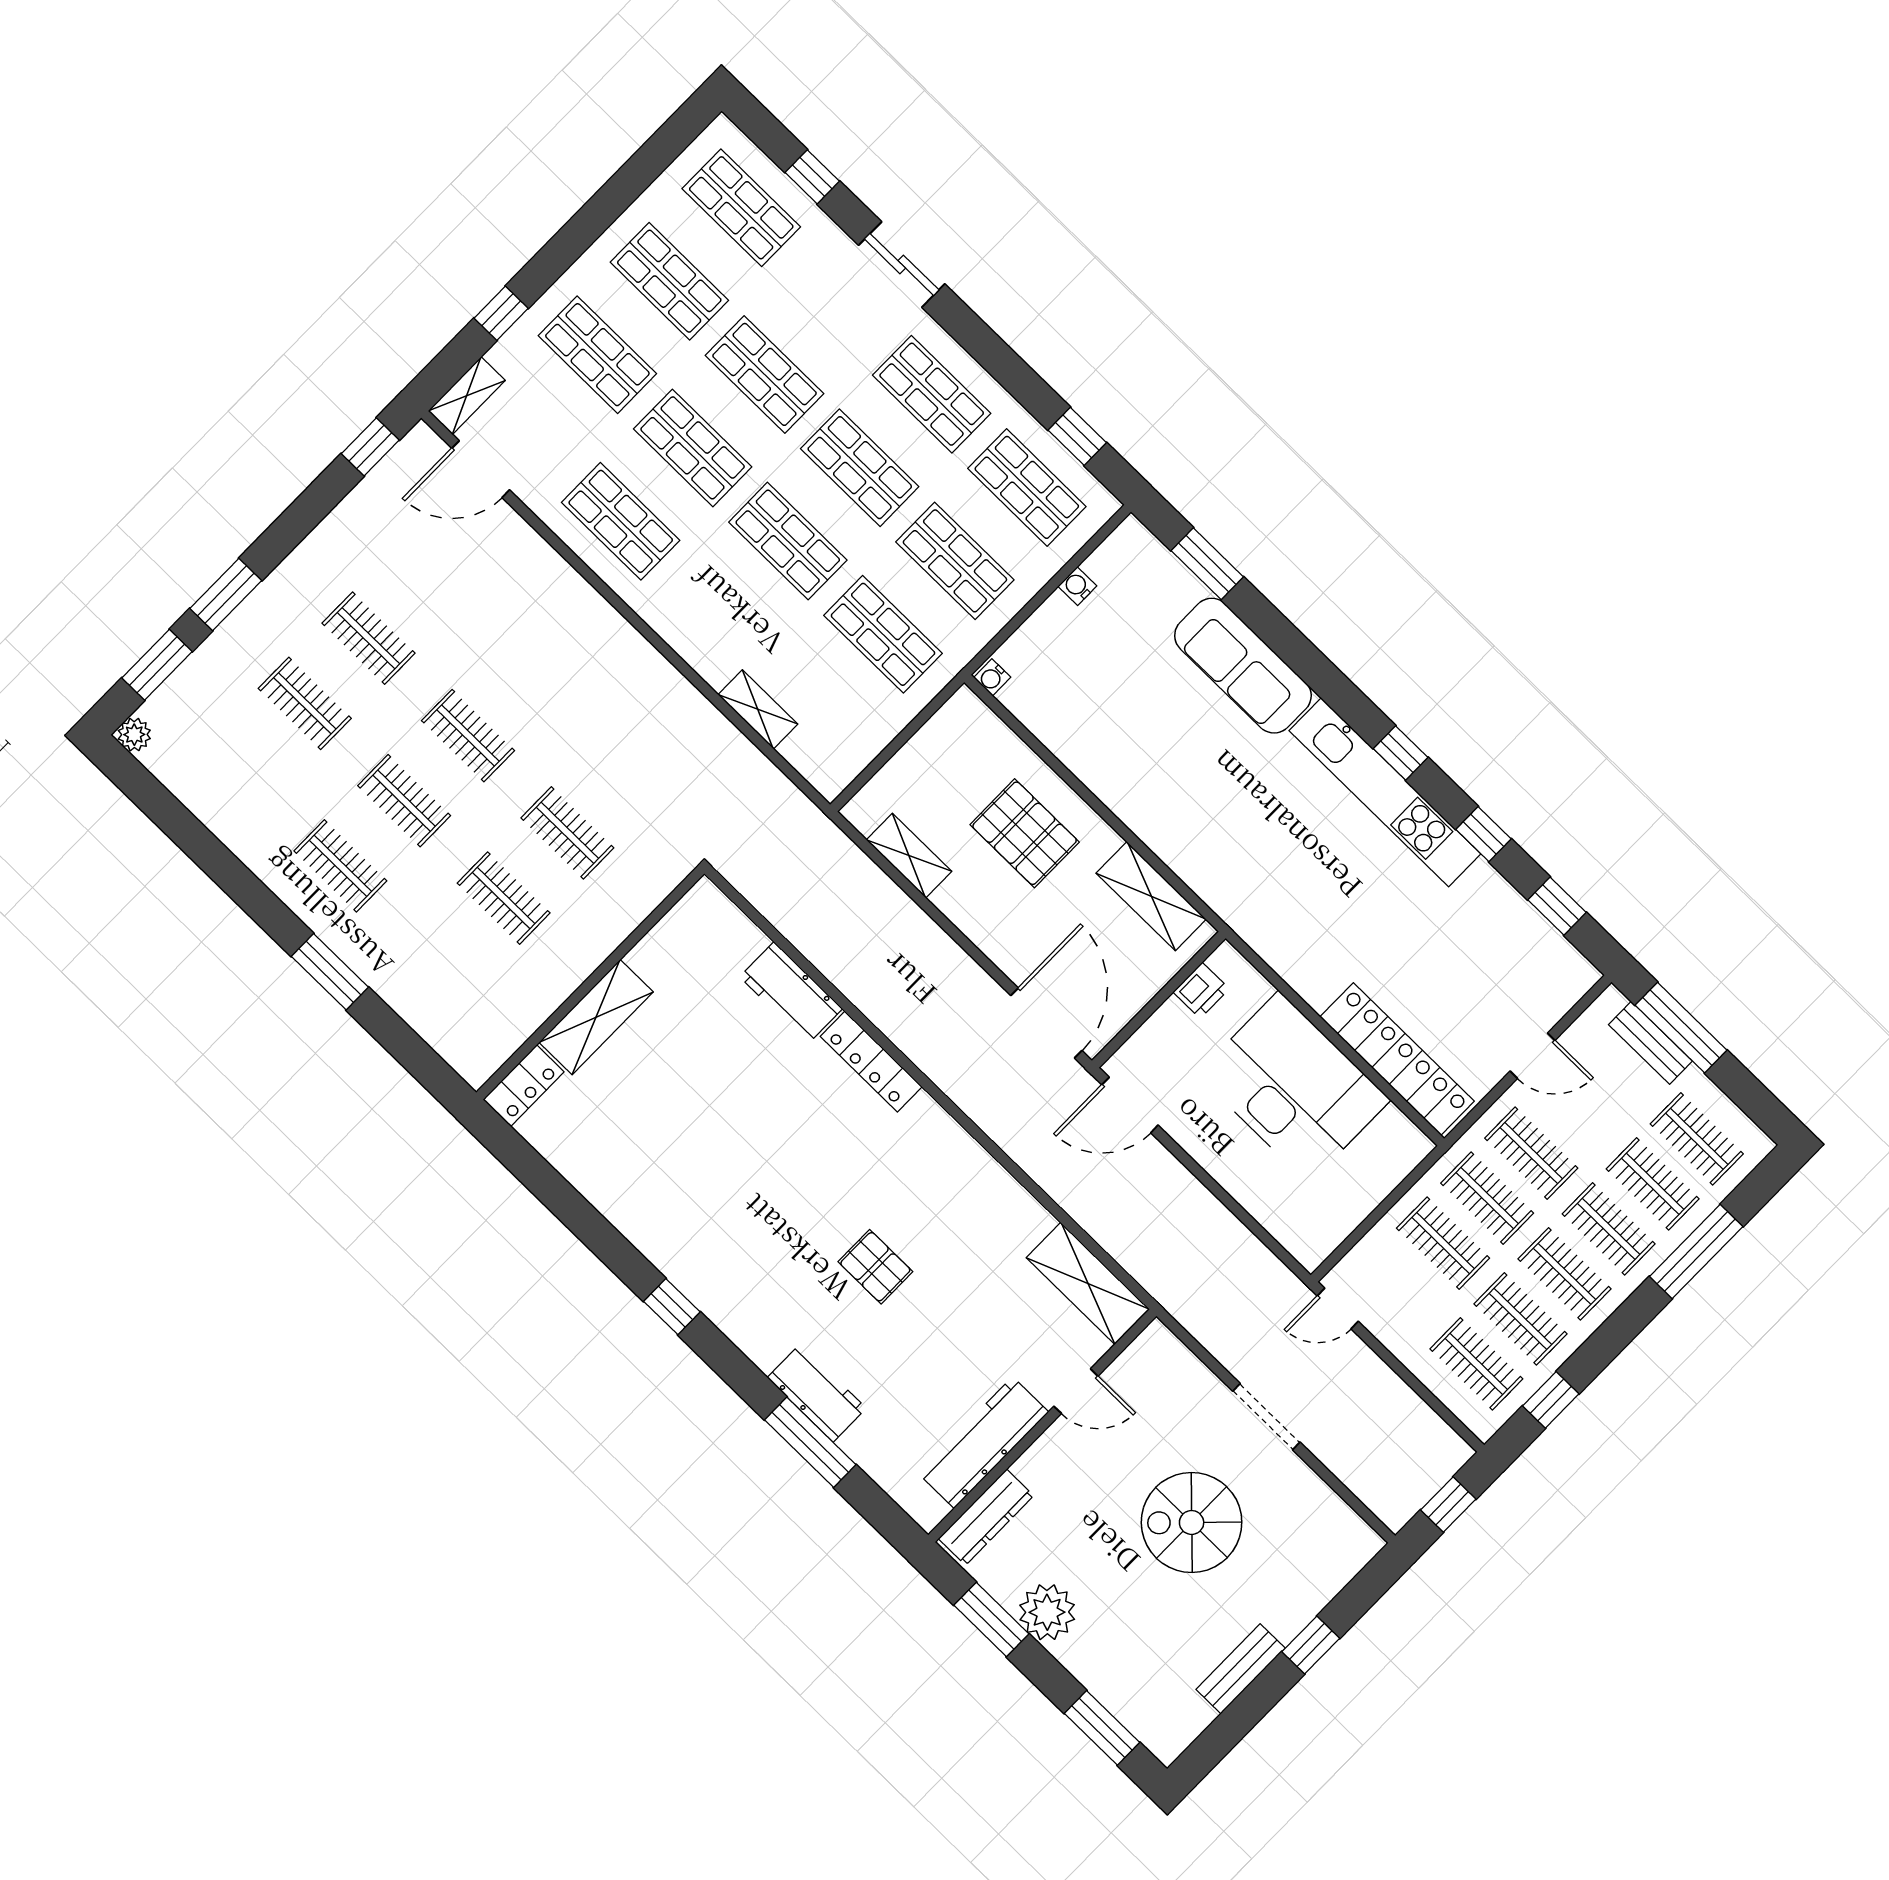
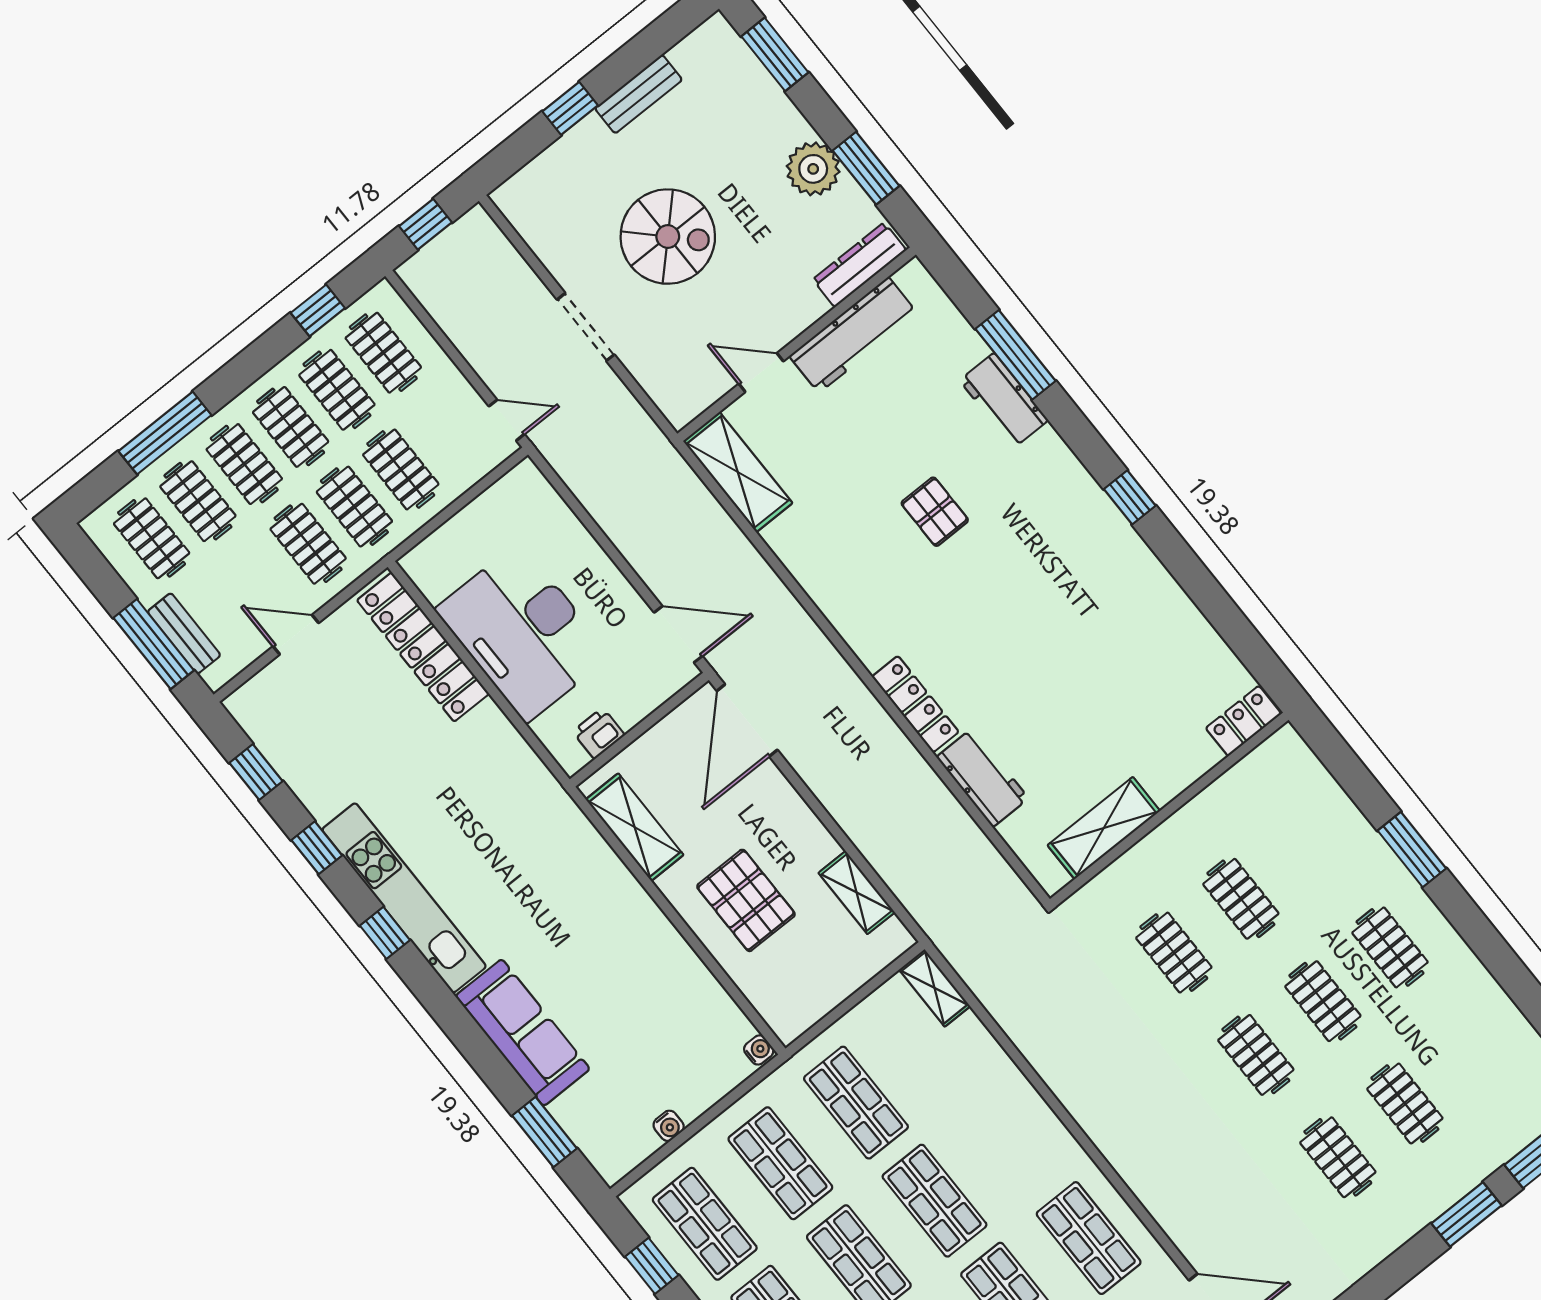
shelving: (758, 709) -> (935, 988), moved
shelving: (596, 1017) -> (1104, 828), moved

